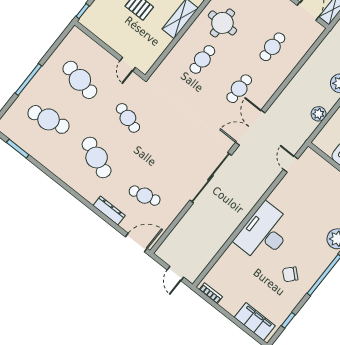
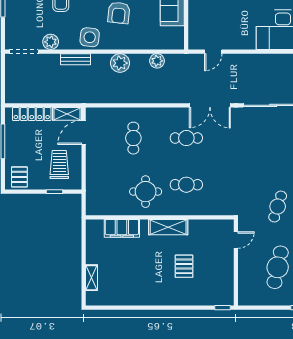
cafe table: (272, 47) -> (133, 138), turned 90

